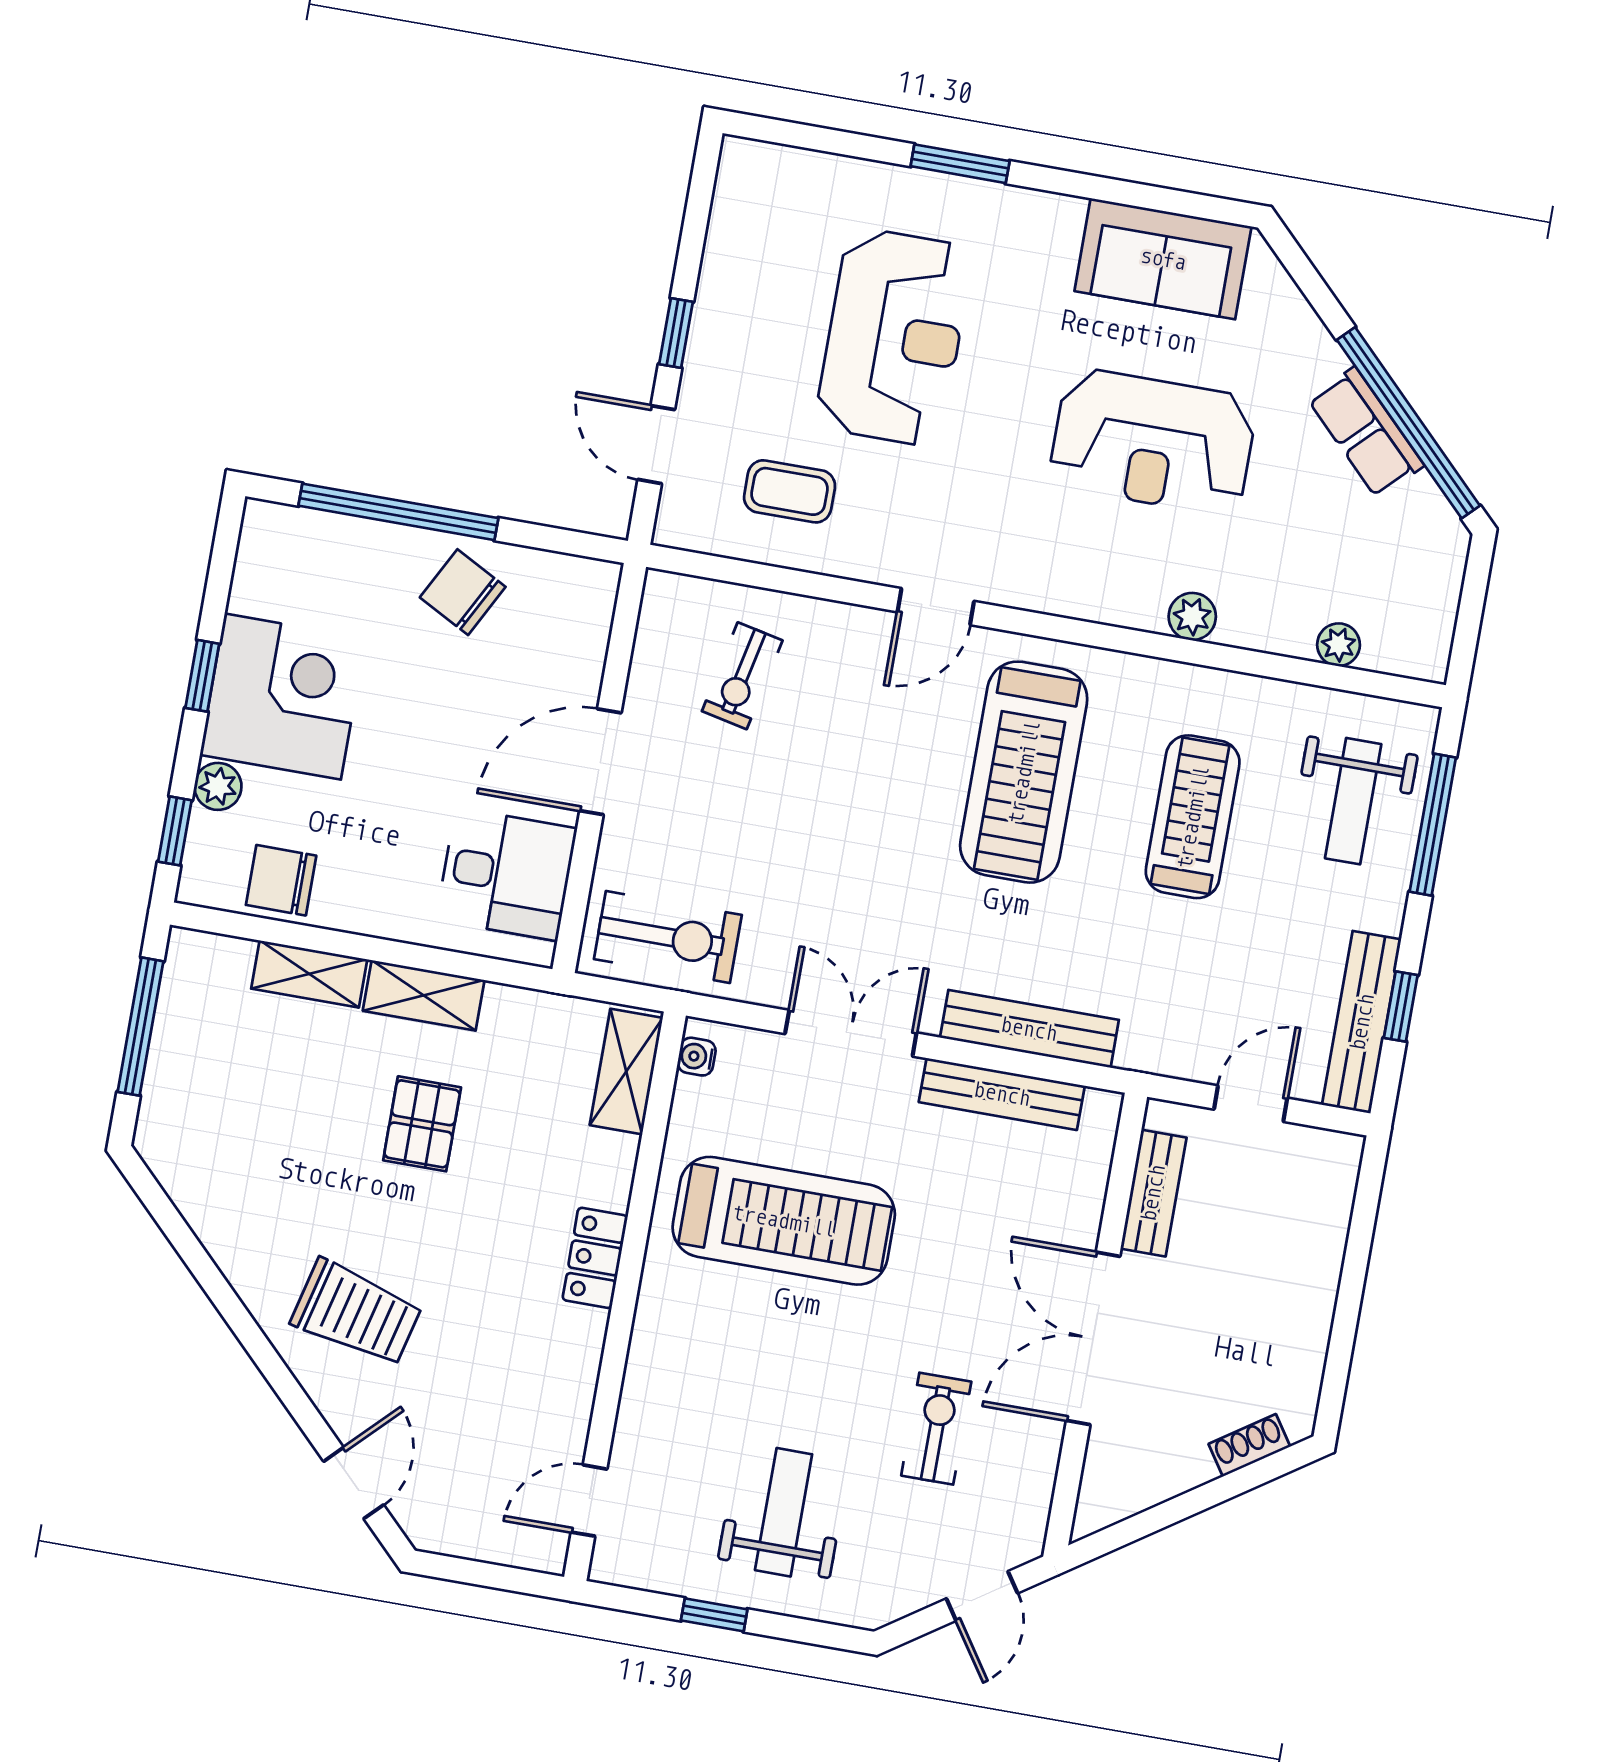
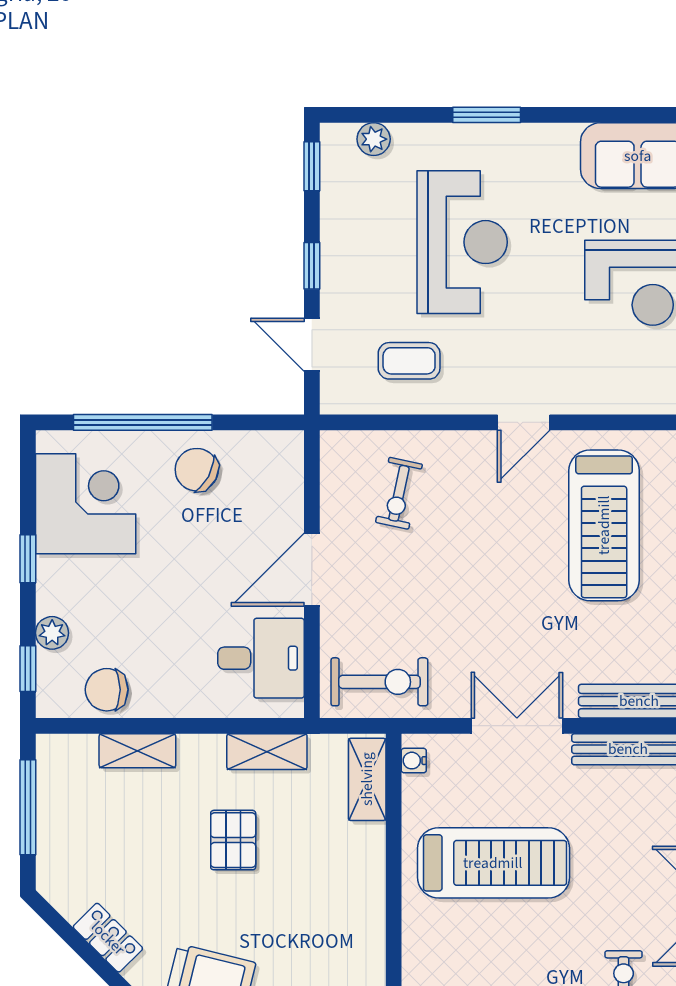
plant: (795, 170) -> (374, 139), added
window: (701, 193) -> (312, 166), added
corner desk: (283, 697) -> (86, 504), moved
shelving: (424, 995) -> (267, 752), moved
locker: (595, 1258) -> (108, 938), moved, turned 135

